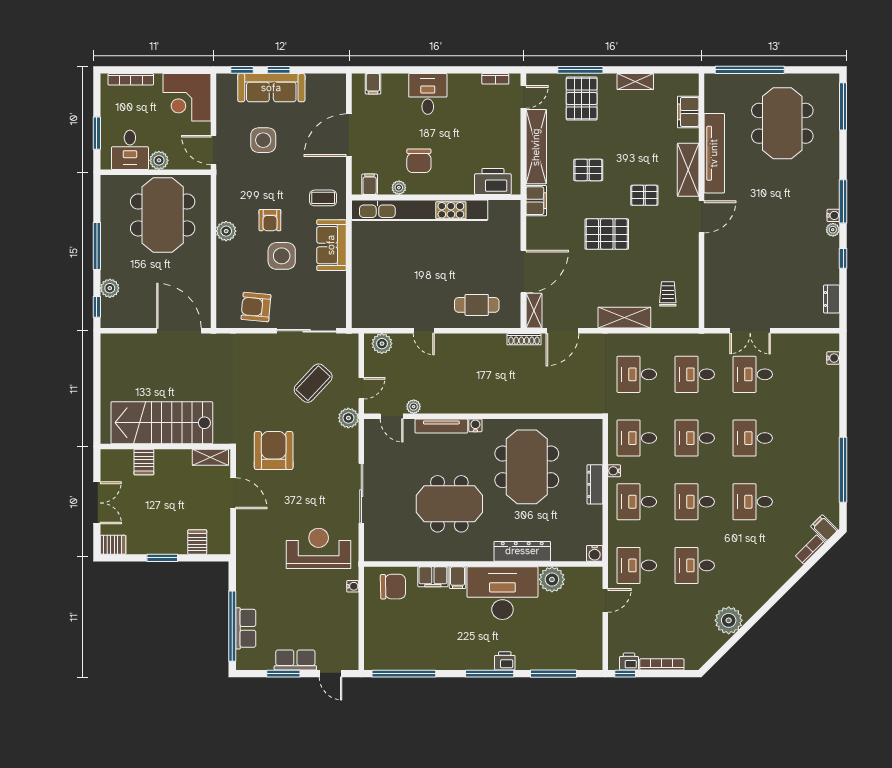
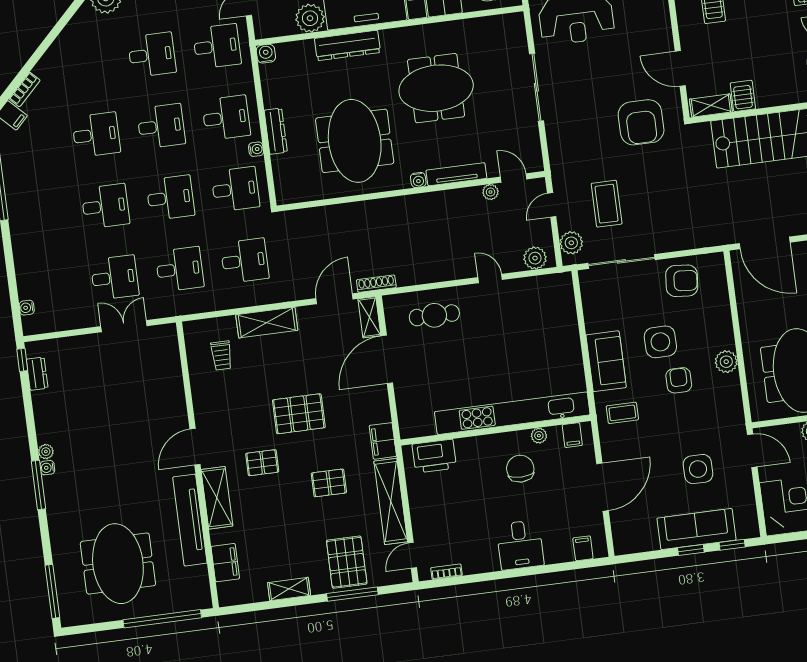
window: (843, 258) -> (22, 360), moved
coffee table: (313, 383) -> (607, 204), turned -43
plant: (348, 418) -> (571, 243), moved
server rack: (144, 462) -> (743, 96), moved

